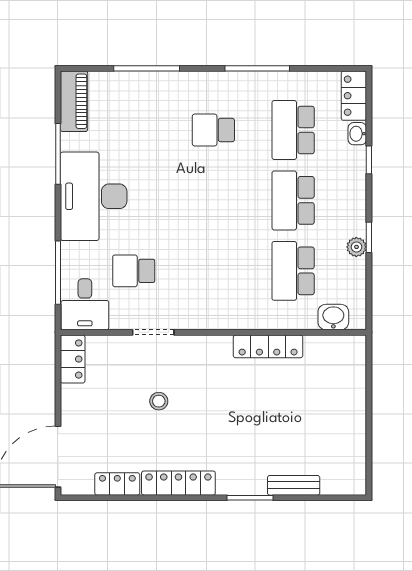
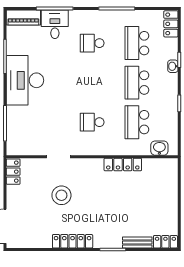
piano: (74, 101) -> (23, 18), moved, turned 90
washbasin: (357, 134) -> (173, 66), moved
plant: (356, 247) -> (172, 109), removed
school desk: (134, 271) -> (92, 122), moved
desk: (85, 304) -> (55, 24), moved, turned 180
stool: (159, 401) -> (61, 195), width x1.89, depth x1.89
locker: (117, 484) -> (165, 242), moved

